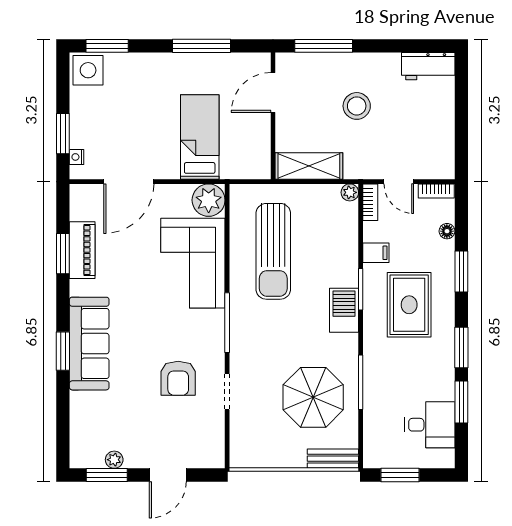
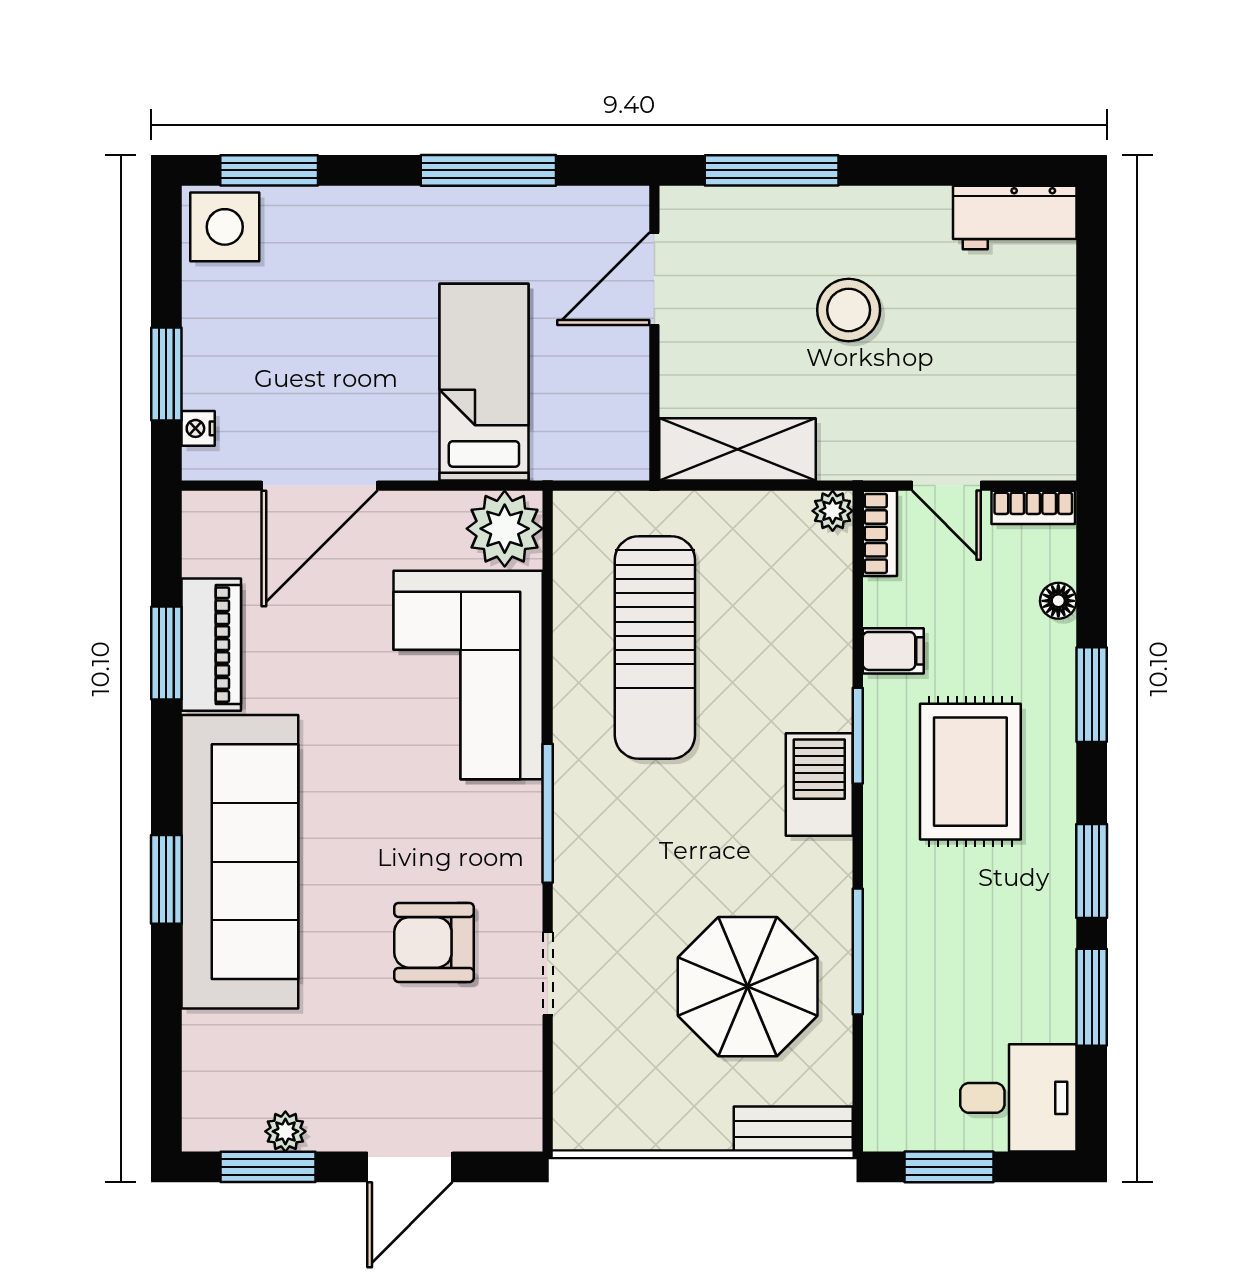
sofa: (89, 344) -> (240, 862), width x1.36, depth x1.27
armchair: (178, 378) -> (434, 942), turned 90
desk: (430, 425) -> (1018, 1098), moved

